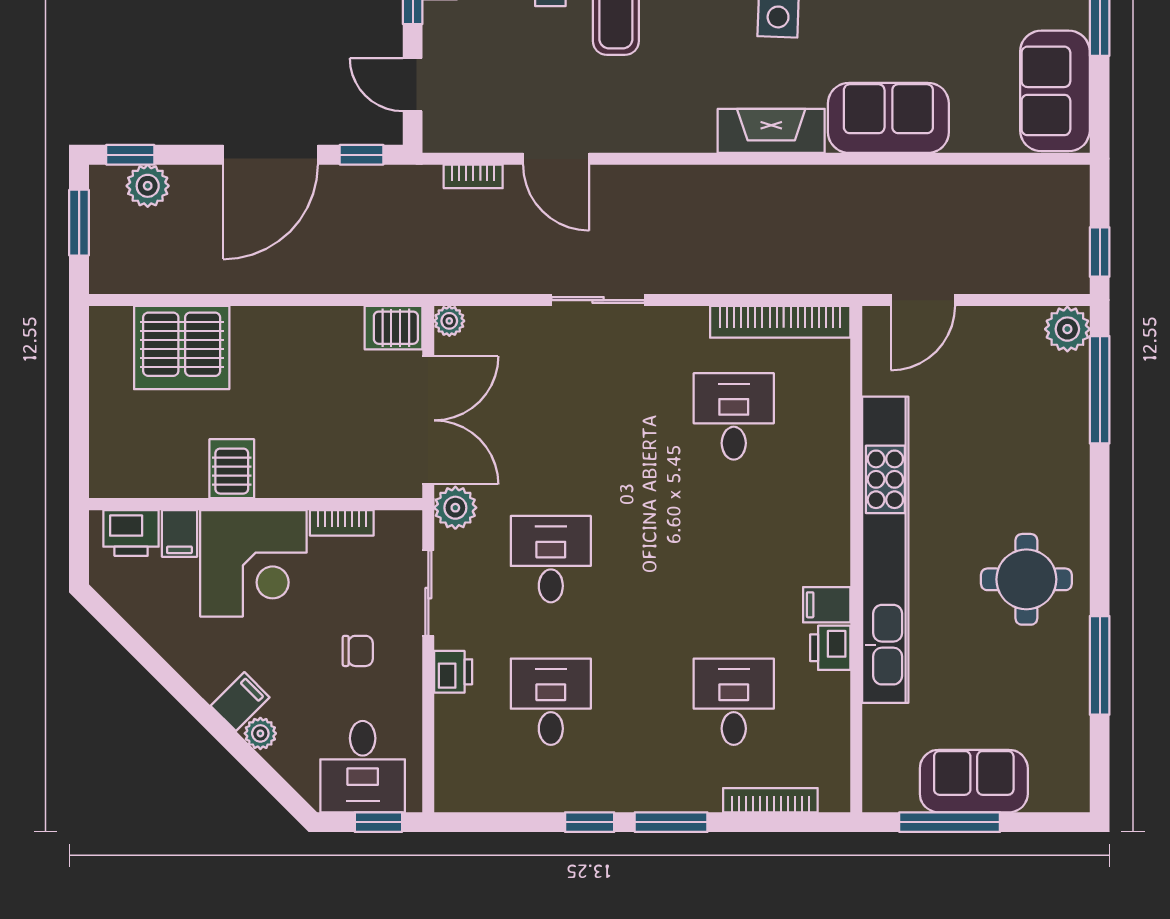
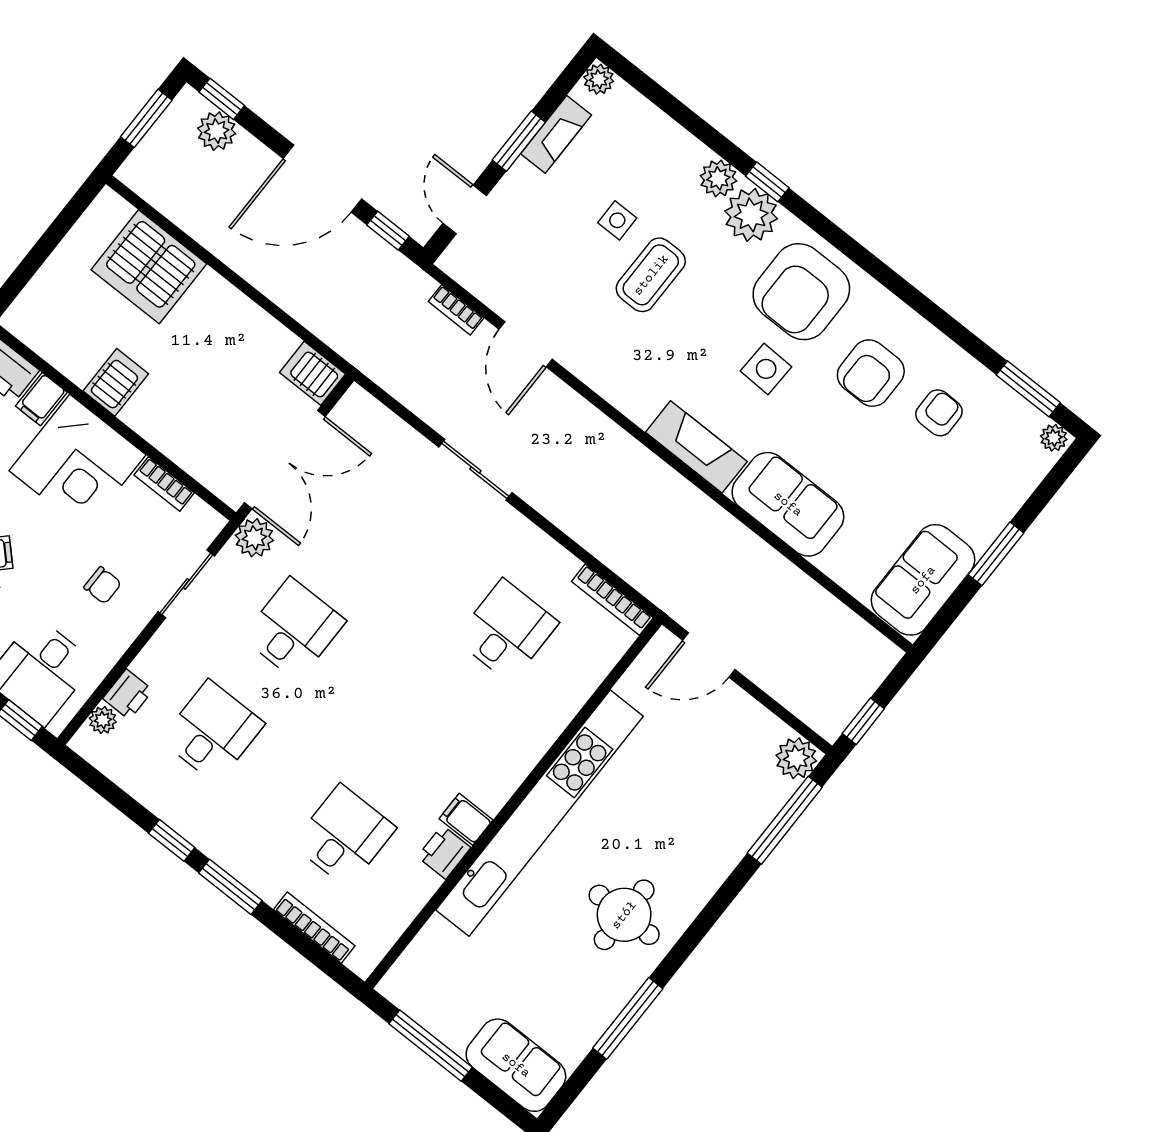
plant: (449, 321) -> (103, 720), moved
bookcase: (780, 322) -> (612, 600), width x0.68, depth x0.76
printer: (453, 672) -> (128, 694), moved
sofa: (974, 781) -> (516, 1065), moved

